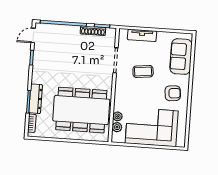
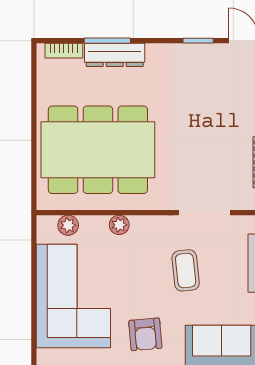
dining table: (81, 110) -> (98, 150), turned 90
plant: (118, 116) -> (119, 225), moved

